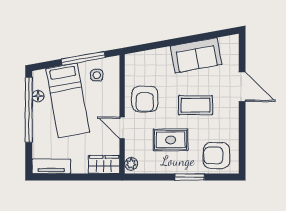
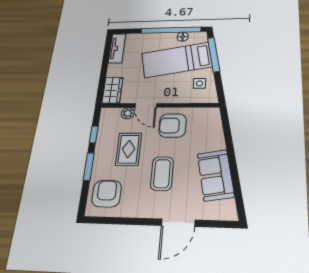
window: (83, 58) -> (214, 55), moved
door: (122, 128) -> (146, 105), swing flipped
plant: (131, 164) -> (128, 113), moved
window: (155, 177) -> (94, 134), added

